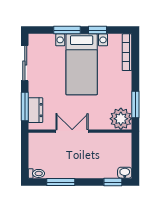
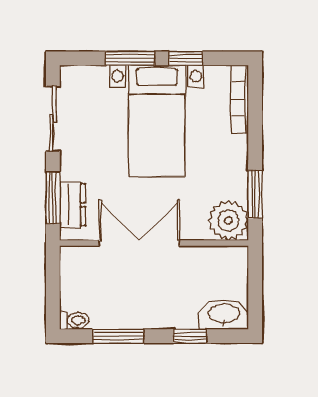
double door: (72, 131) -> (139, 243), width x1.37
washbasin: (125, 173) -> (224, 314), width x1.91, depth x1.45
window: (113, 182) -> (190, 336), moved

